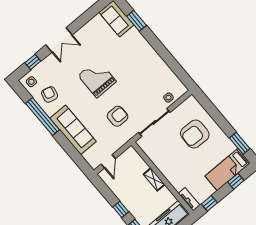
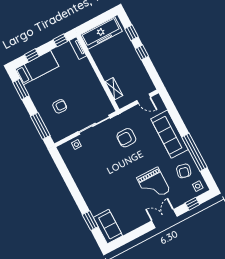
grand piano: (97, 78) -> (153, 184), moved
window: (211, 109) -> (40, 126), added
armchair: (195, 134) -> (60, 106), width x0.53, depth x0.53
door: (108, 161) -> (144, 99), swing flipped
shelving: (154, 179) -> (114, 89), moved

